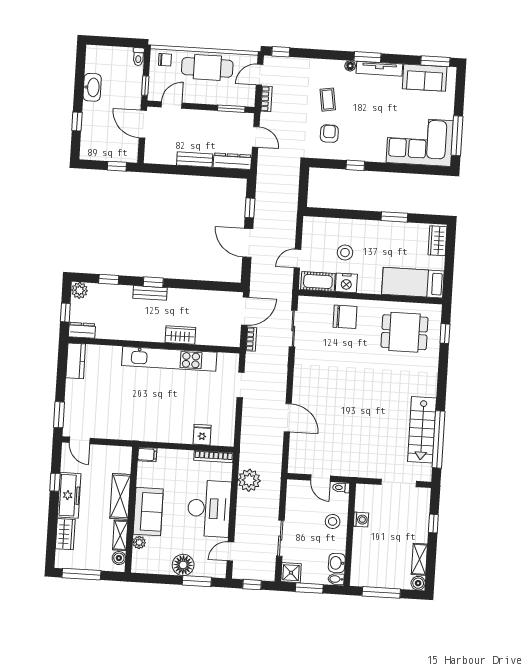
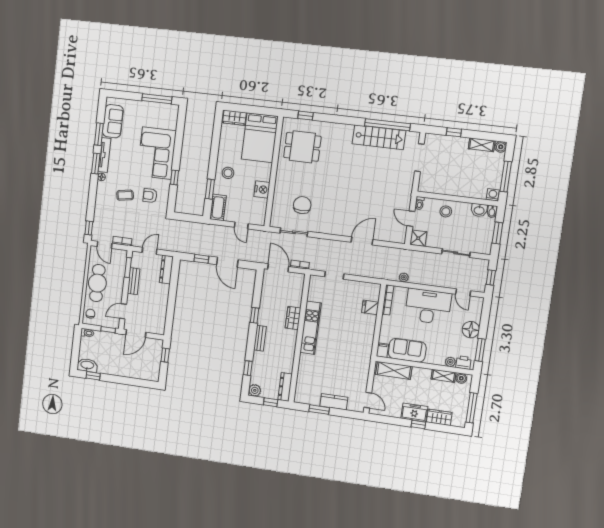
window: (435, 61) -> (99, 134), moved
washbasin: (92, 87) -> (87, 365), moved
door: (172, 105) -> (123, 311), hinge flipped
window: (77, 121) -> (93, 376), moved
corner sofa: (420, 142) -> (157, 153), moved
bench: (195, 160) -> (134, 281), moved
window: (394, 217) -> (210, 189), moved
door: (248, 243) -> (227, 262), hinge flipped
stool: (345, 253) -> (228, 173), moved
cot: (318, 281) -> (218, 207), moved
window: (153, 282) -> (255, 315), moved
bed: (413, 283) -> (260, 138), width x1.50
chair: (345, 317) -> (302, 205), moved
dresser: (82, 330) -> (285, 387), width x1.44
dining table: (404, 332) -> (302, 147), turned 90
kitchen unit: (169, 359) -> (311, 328), width x0.73
kitchen counter: (76, 361) -> (334, 402), moved
window: (59, 415) -> (319, 410), moved
door: (80, 440) -> (368, 400), hinge flipped
door: (320, 478) -> (411, 219), swing flipped
plant: (249, 480) -> (404, 277), width x0.53, depth x0.53
window: (55, 482) -> (418, 424), moved
freezer: (69, 495) -> (414, 412), width x0.71
shelving: (120, 496) -> (394, 370), moved
sofa: (148, 512) -> (407, 350), moved
washing machine: (361, 520) -> (493, 195), moved
printer: (140, 559) -> (463, 362), added
shower: (291, 573) -> (418, 238), moved
window: (197, 581) -> (480, 350), moved

